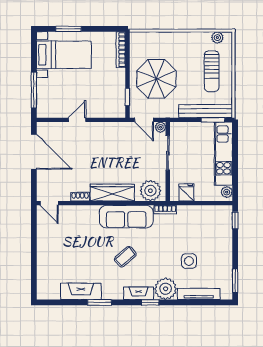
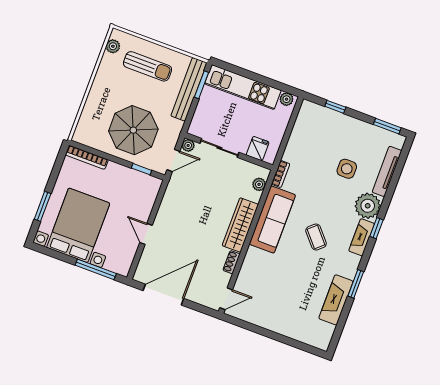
bed with nightstands: (64, 55) -> (78, 225), width x1.36
plant: (150, 191) -> (259, 184), width x0.53, depth x0.53
fridge: (186, 192) -> (258, 149), moved, turned 90
window: (235, 220) -> (335, 107), moved

